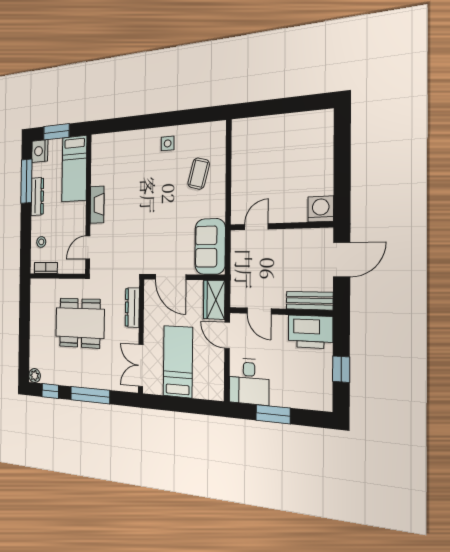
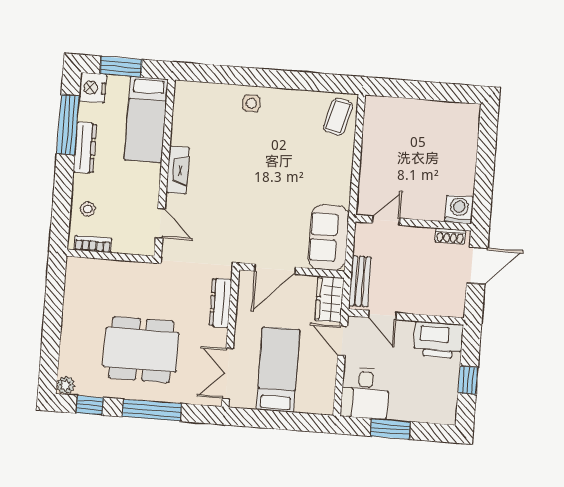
side table: (168, 143) -> (251, 103), moved
coffee table: (199, 174) -> (338, 117), moved
shoe rack: (314, 235) -> (450, 236), added
door: (88, 247) -> (160, 223), swing flipped
door: (170, 277) -> (275, 269), hinge flipped
bench: (310, 301) -> (360, 281), moved, turned 90
dining table: (80, 323) -> (141, 350), moved

